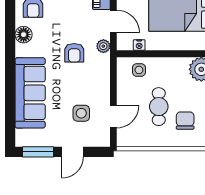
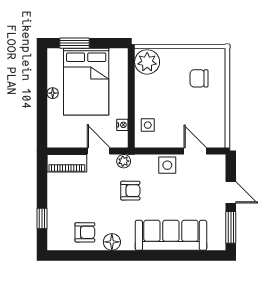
door: (113, 21) -> (99, 151), hinge flipped
cafe table: (159, 107) -> (185, 105), removed
side table: (81, 113) -> (167, 165), moved

